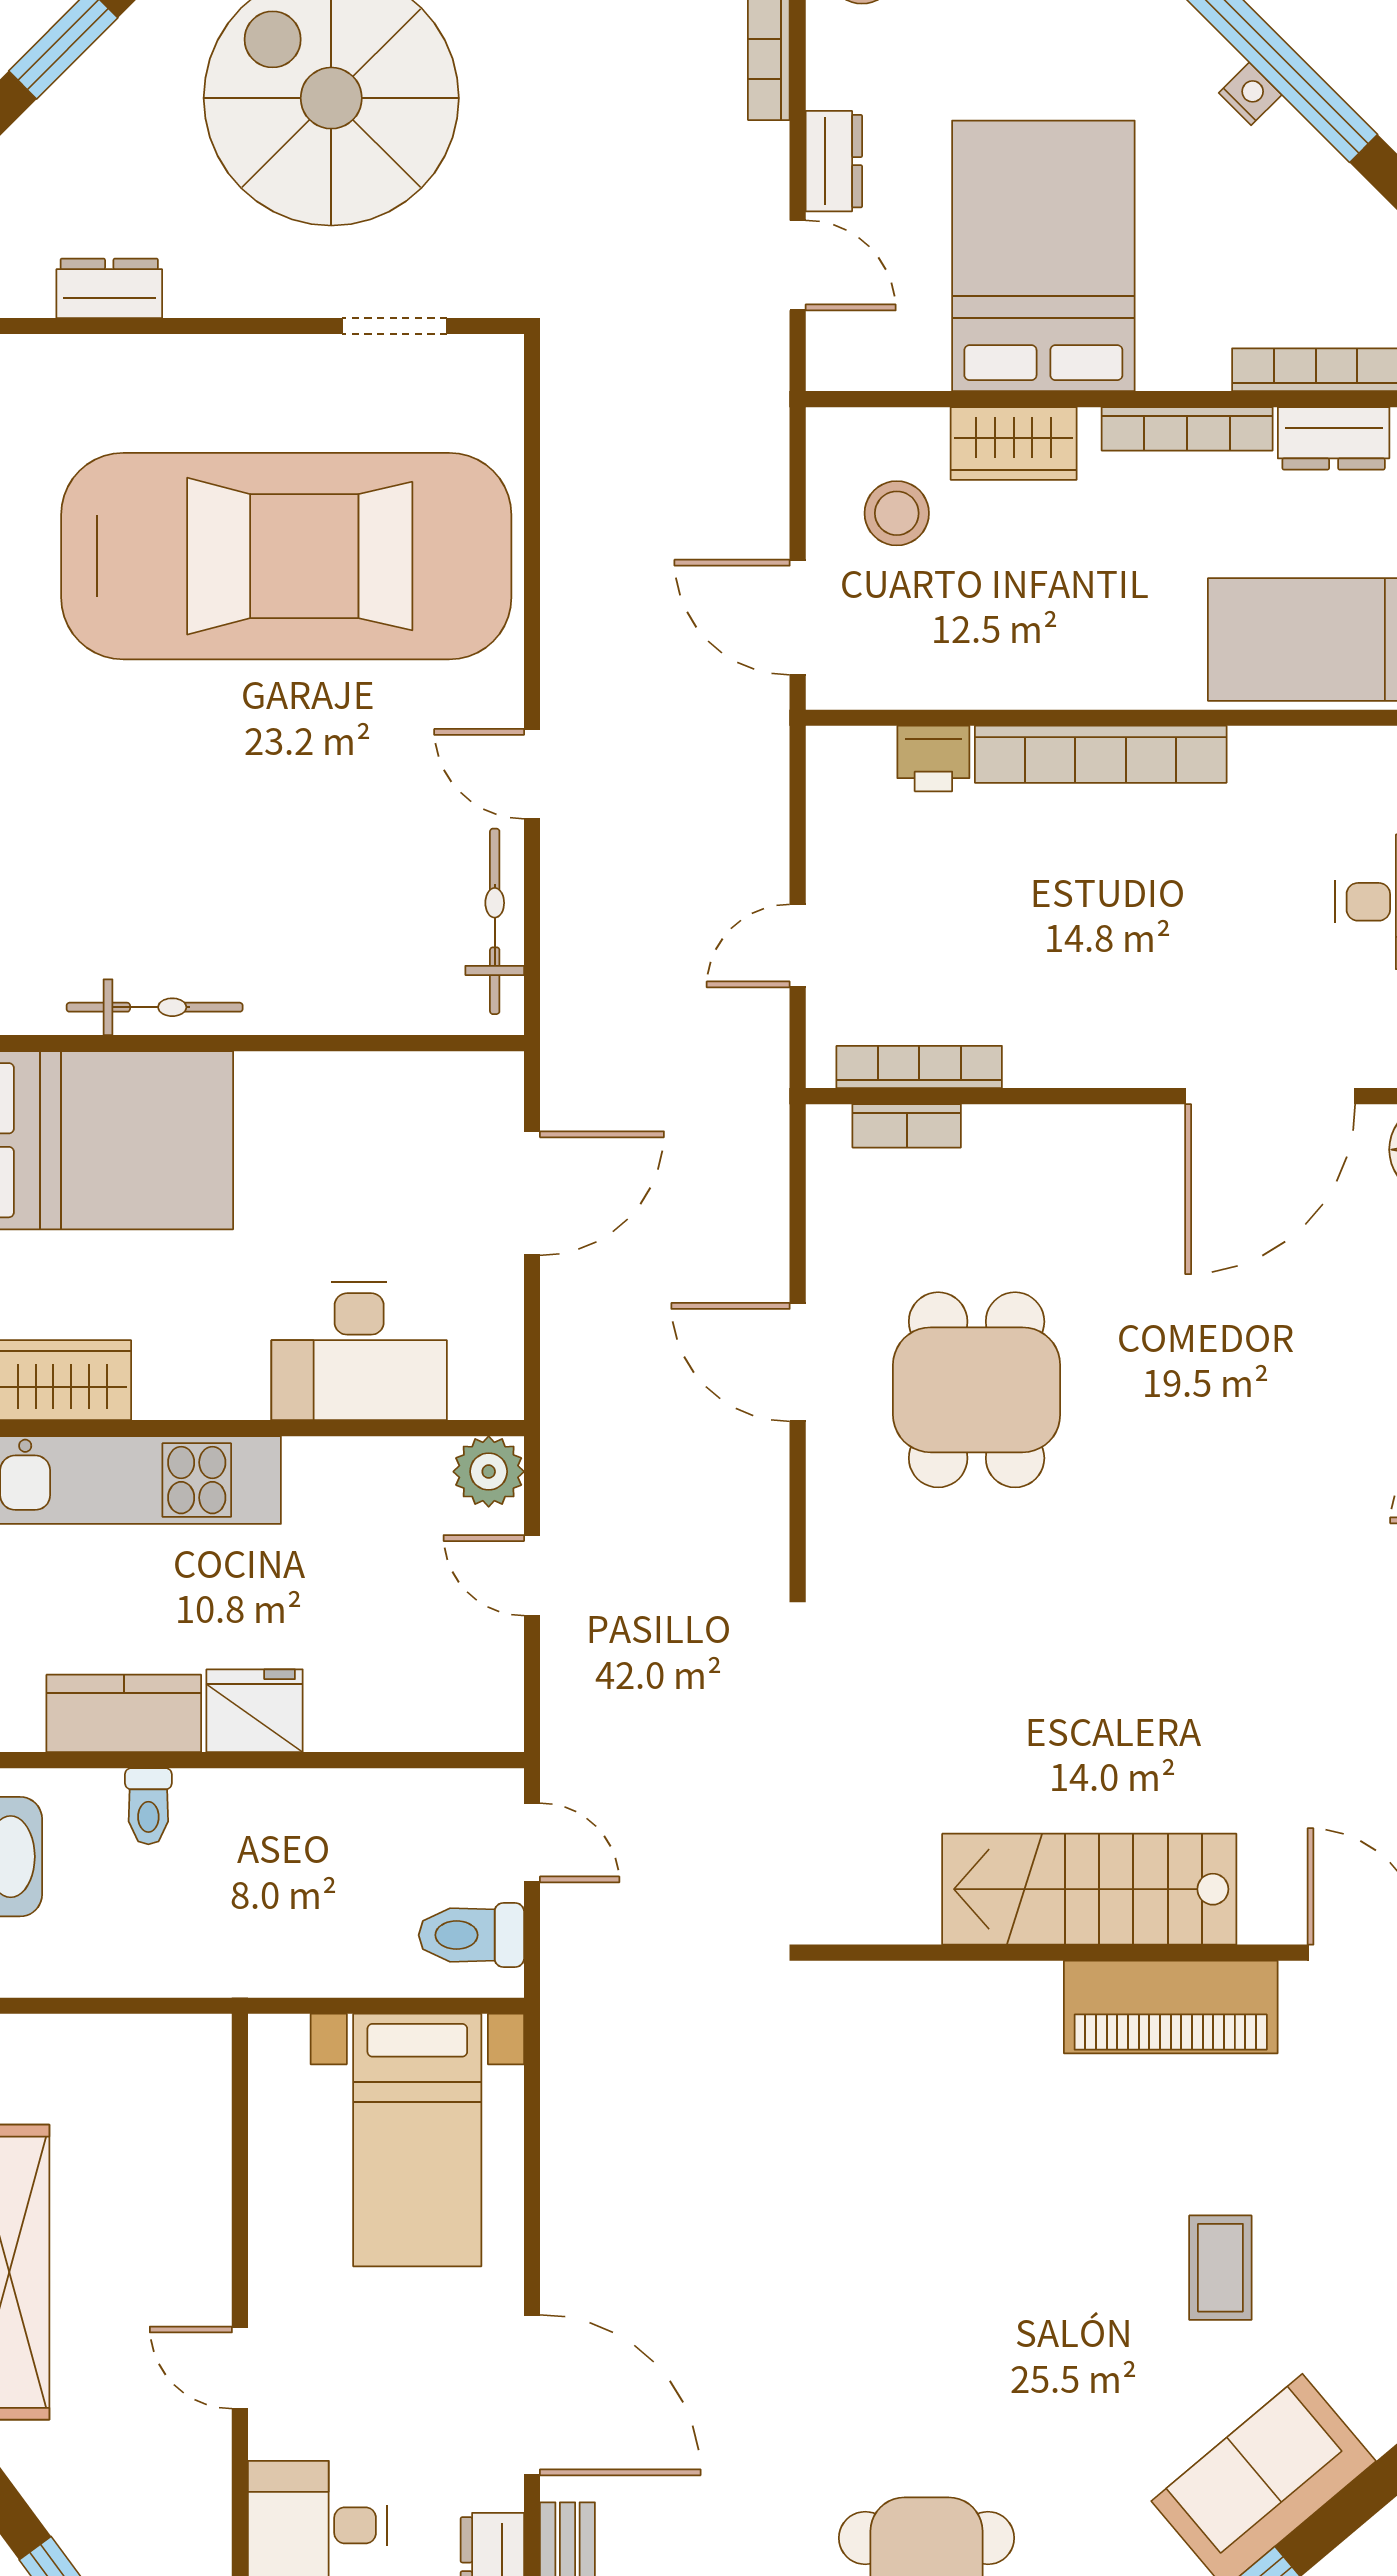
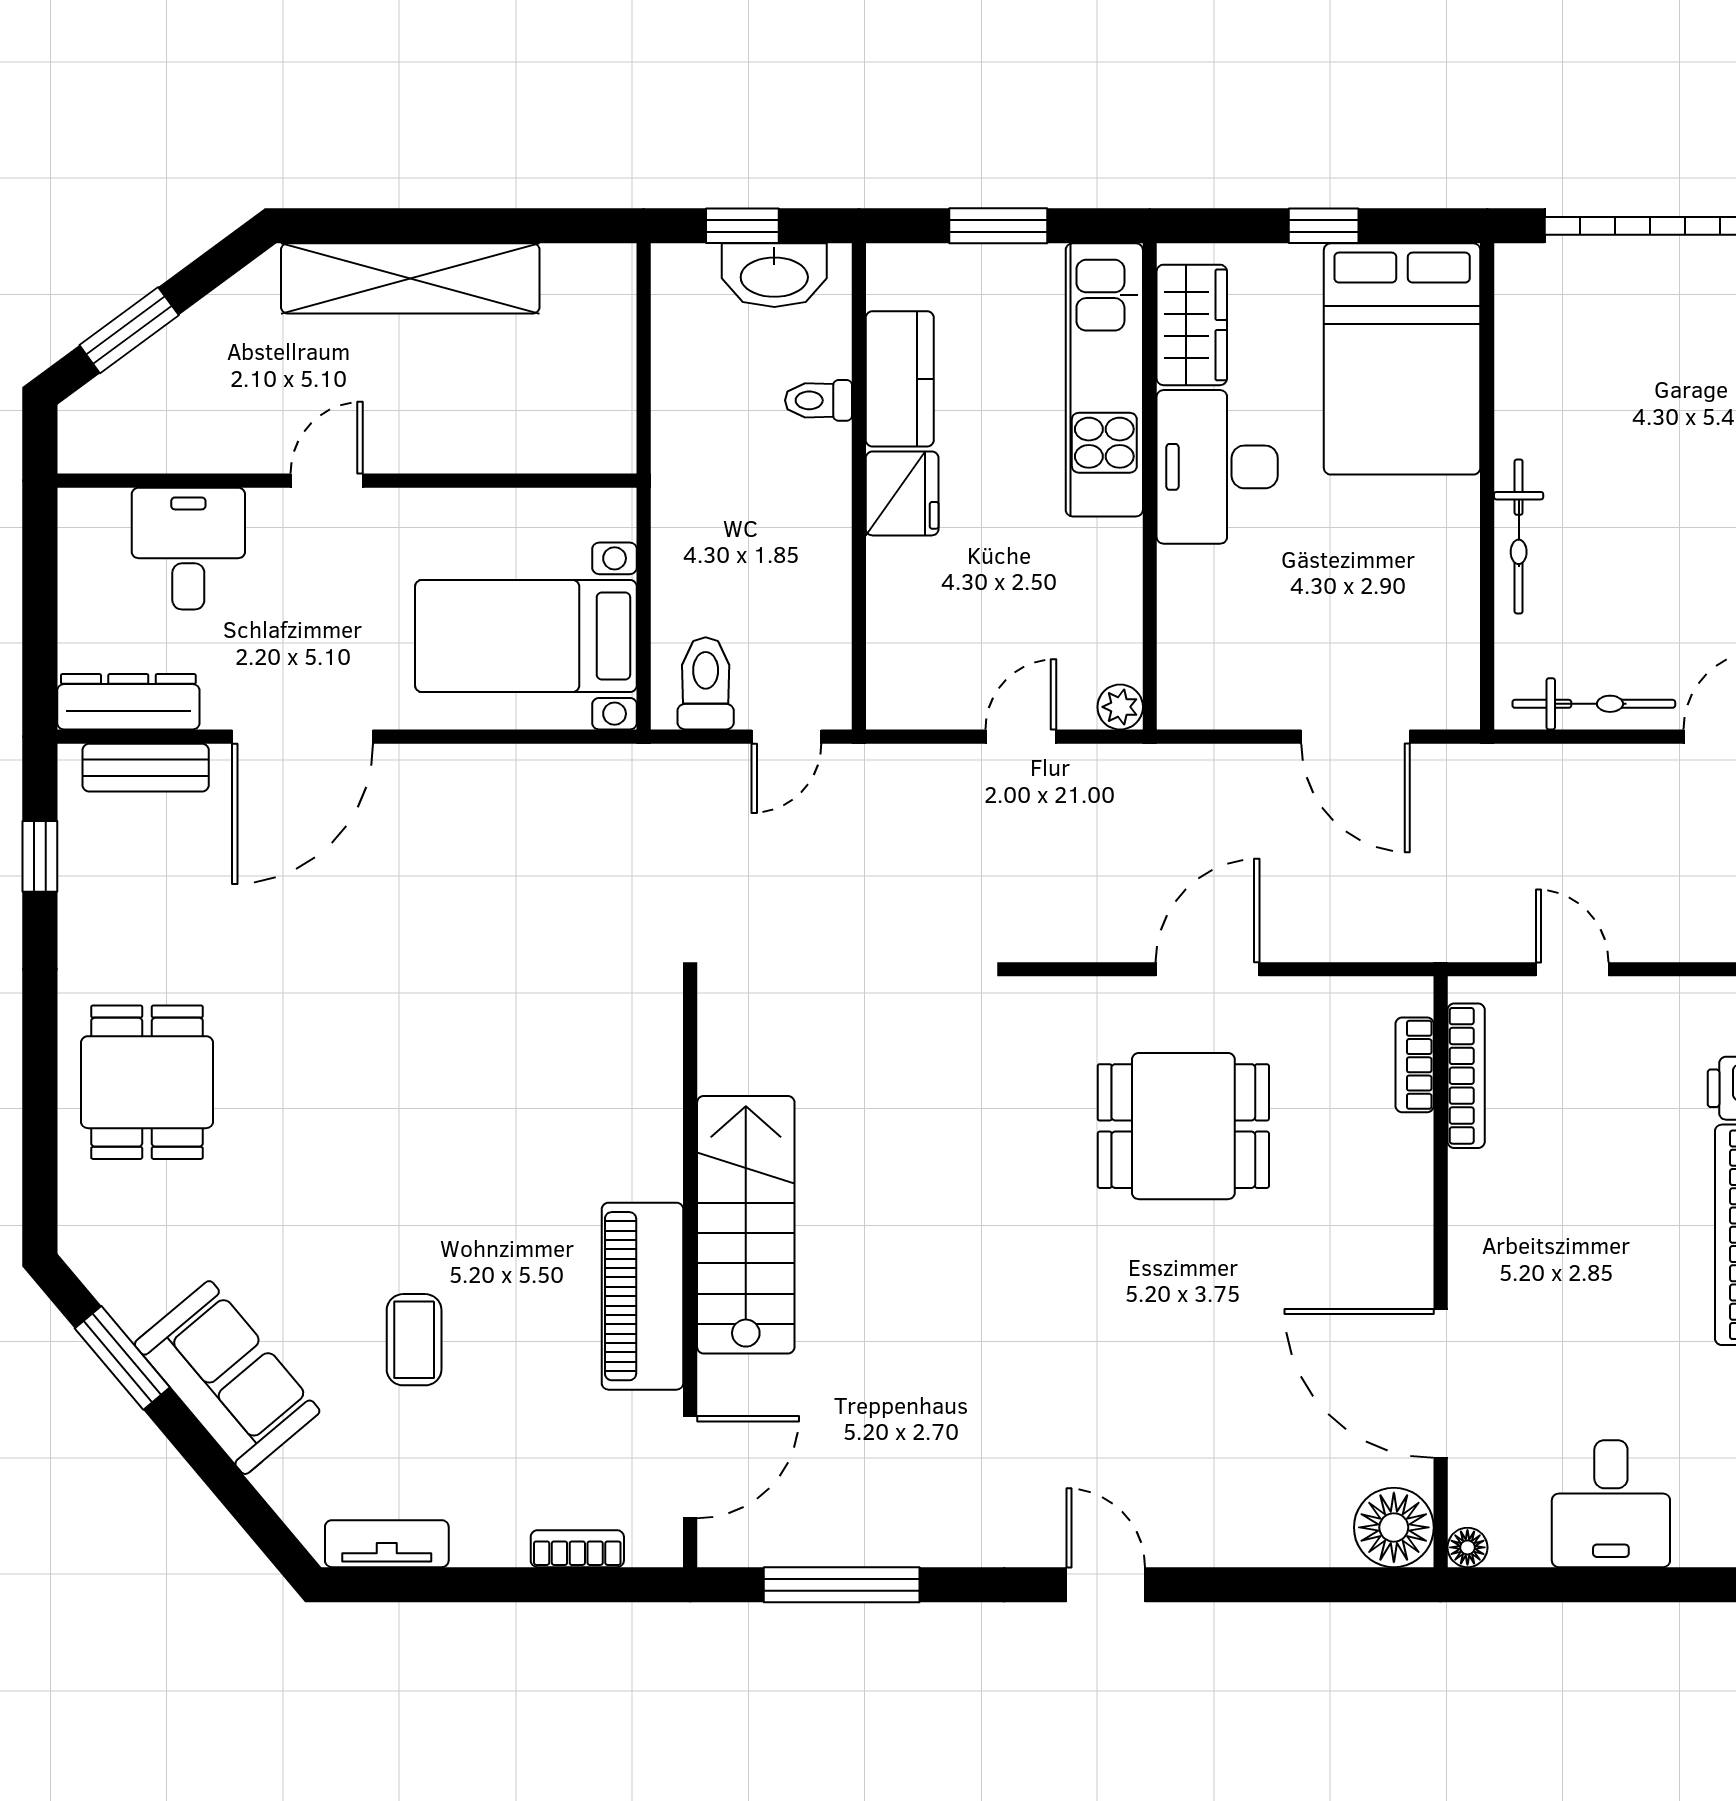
bicycle: (155, 1007) -> (1519, 536), moved
desk: (359, 1351) -> (1217, 467), moved
plant: (489, 1472) -> (1120, 707), width x0.73, depth x0.73
coffee table: (1220, 2268) -> (414, 1340), turned 90

